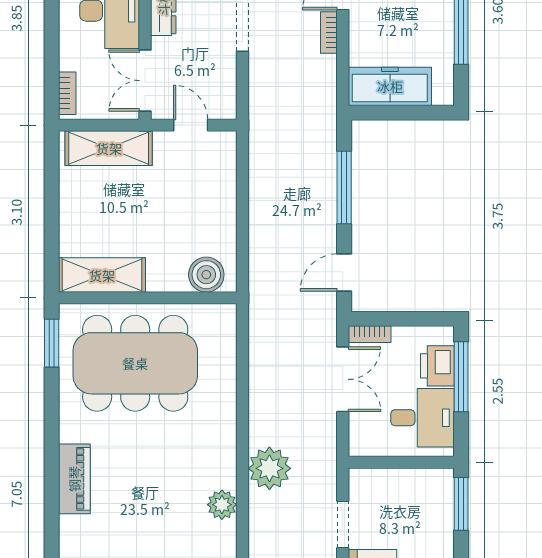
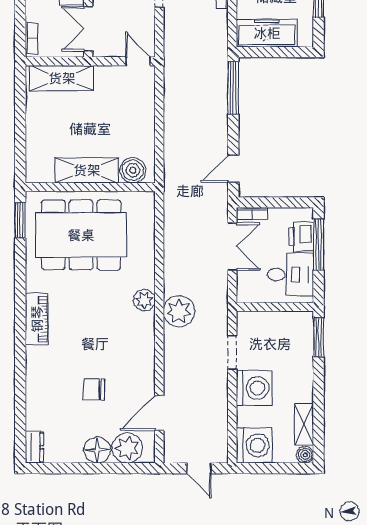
door: (191, 125) -> (138, 61), moved
window: (344, 188) -> (233, 88), moved
shelving: (102, 275) -> (87, 170), moved
plant: (222, 505) -> (144, 300), moved

